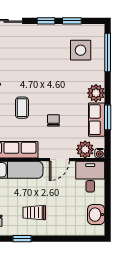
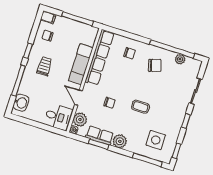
window: (72, 21) -> (177, 151), moved
coffee table: (22, 108) -> (140, 107), moved
washbasin: (96, 215) -> (21, 103), moved, turned 90
window: (62, 239) -> (18, 81), added

